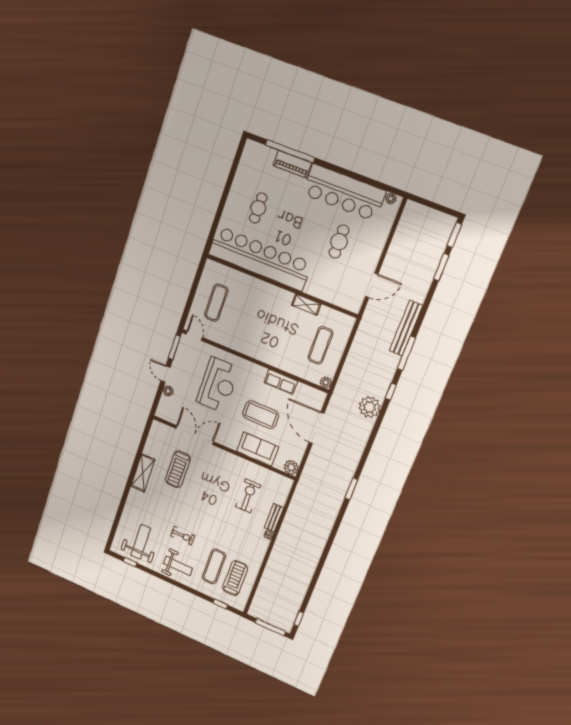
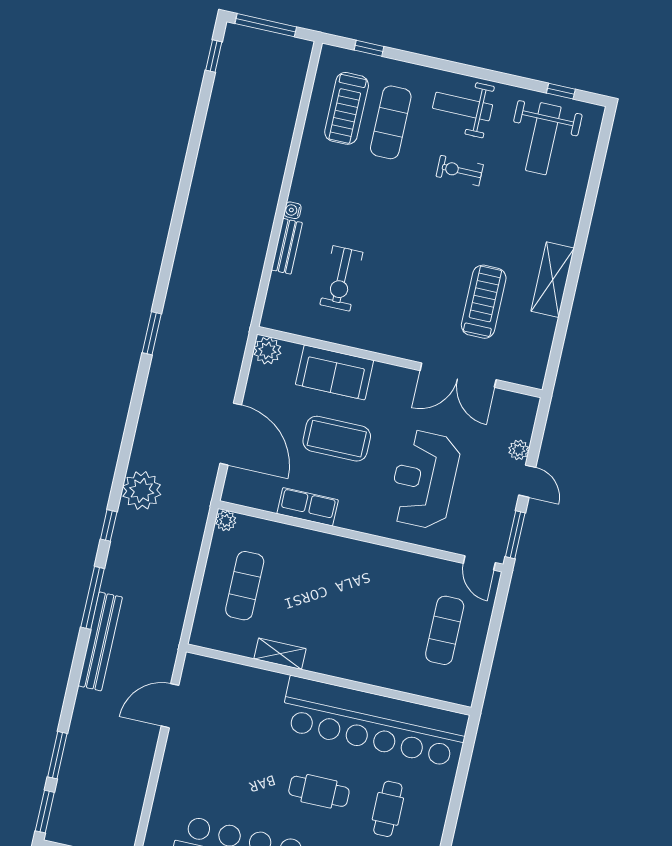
cafe table: (339, 242) -> (319, 791), moved, turned 90

